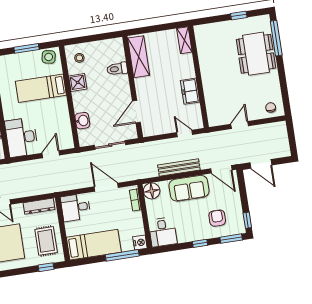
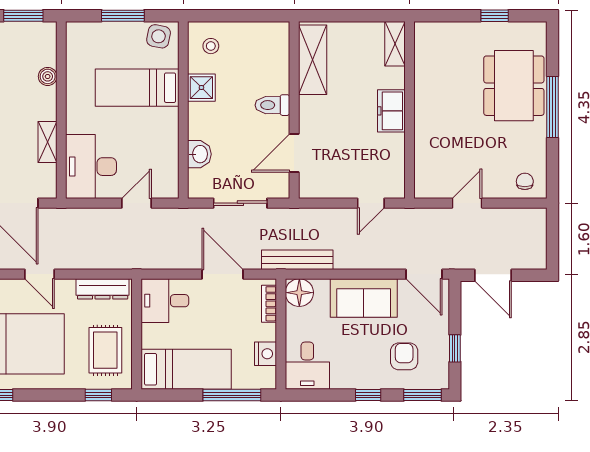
window: (276, 38) -> (553, 107), moved
toilet: (117, 69) -> (272, 105), moved
freezer: (190, 91) -> (391, 111), moved
door: (185, 134) -> (371, 203), swing flipped
bench: (179, 168) -> (297, 260), moved
window: (247, 220) -> (455, 348), moved
nightstand: (140, 242) -> (266, 354), moved

